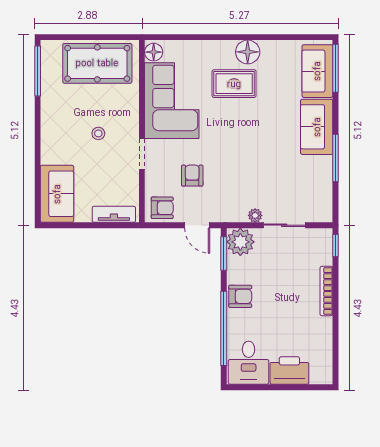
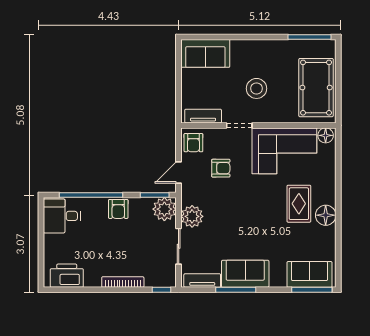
sofa: (317, 127) -> (245, 274), moved
stool: (98, 133) -> (256, 88), width x1.89, depth x1.89
tv unit: (325, 197) -> (202, 280), added
tv unit: (114, 214) -> (203, 116), moved, turned -90
plant: (255, 215) -> (192, 216), width x1.88, depth x1.88
printer: (289, 371) -> (67, 276), moved, turned -90

